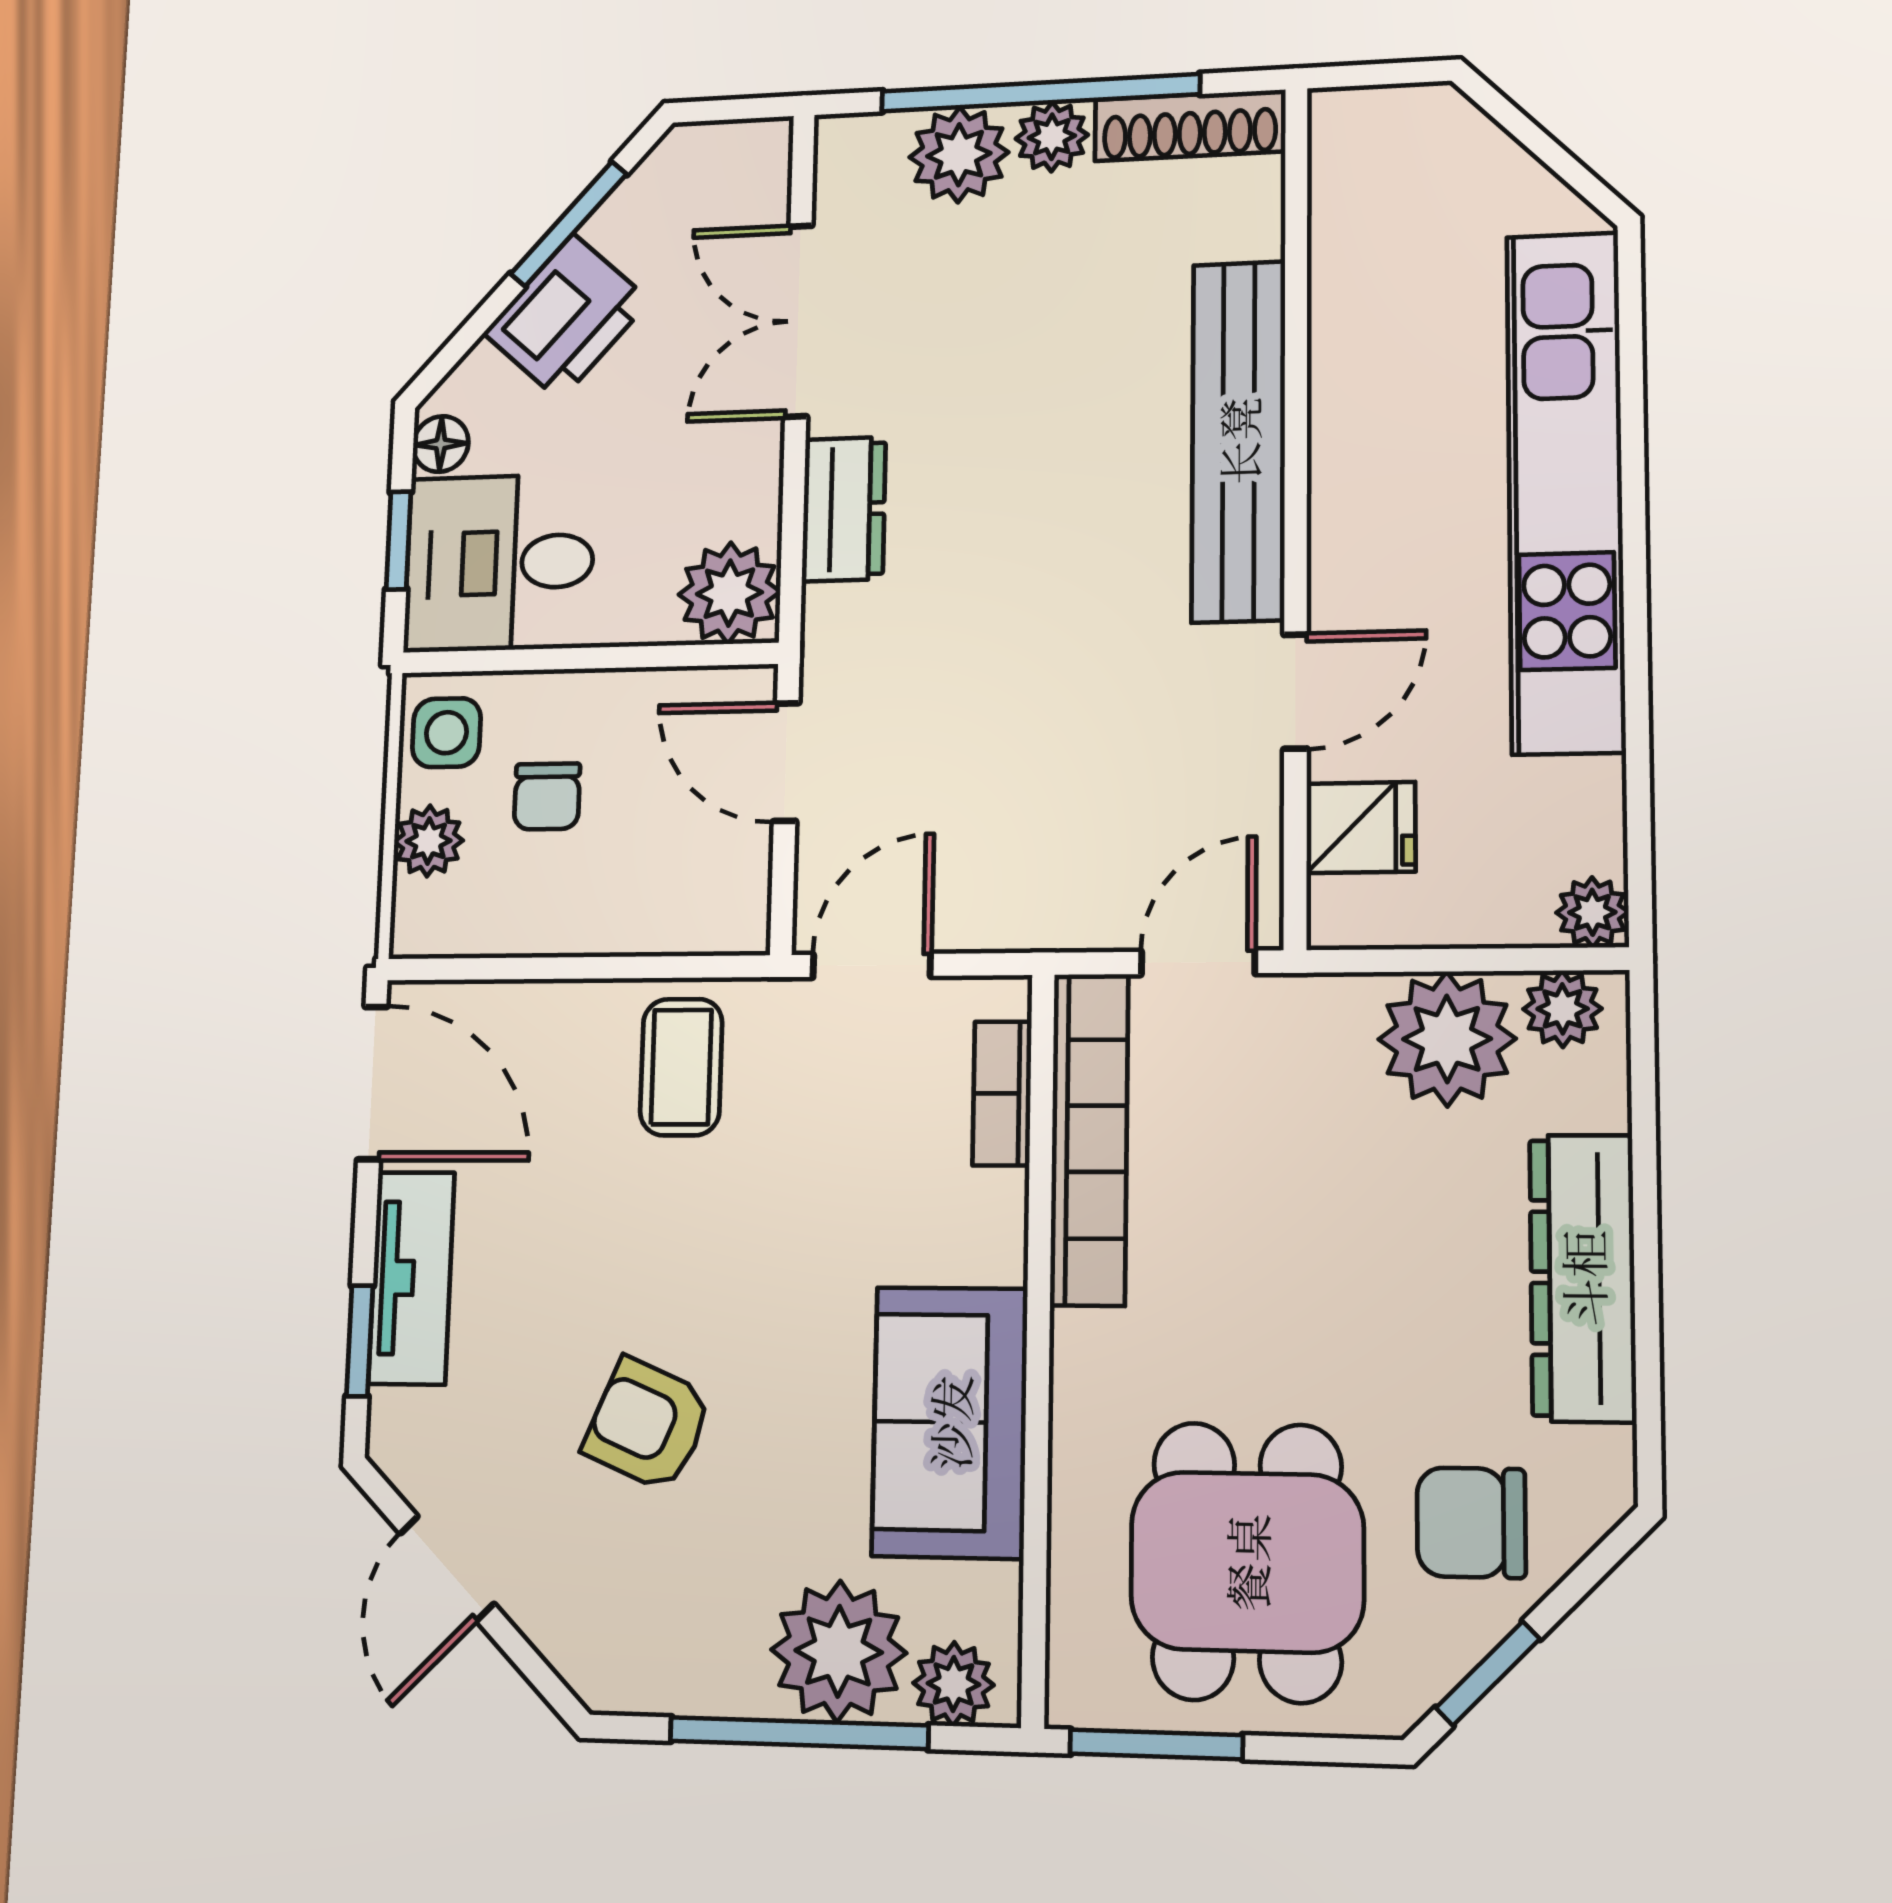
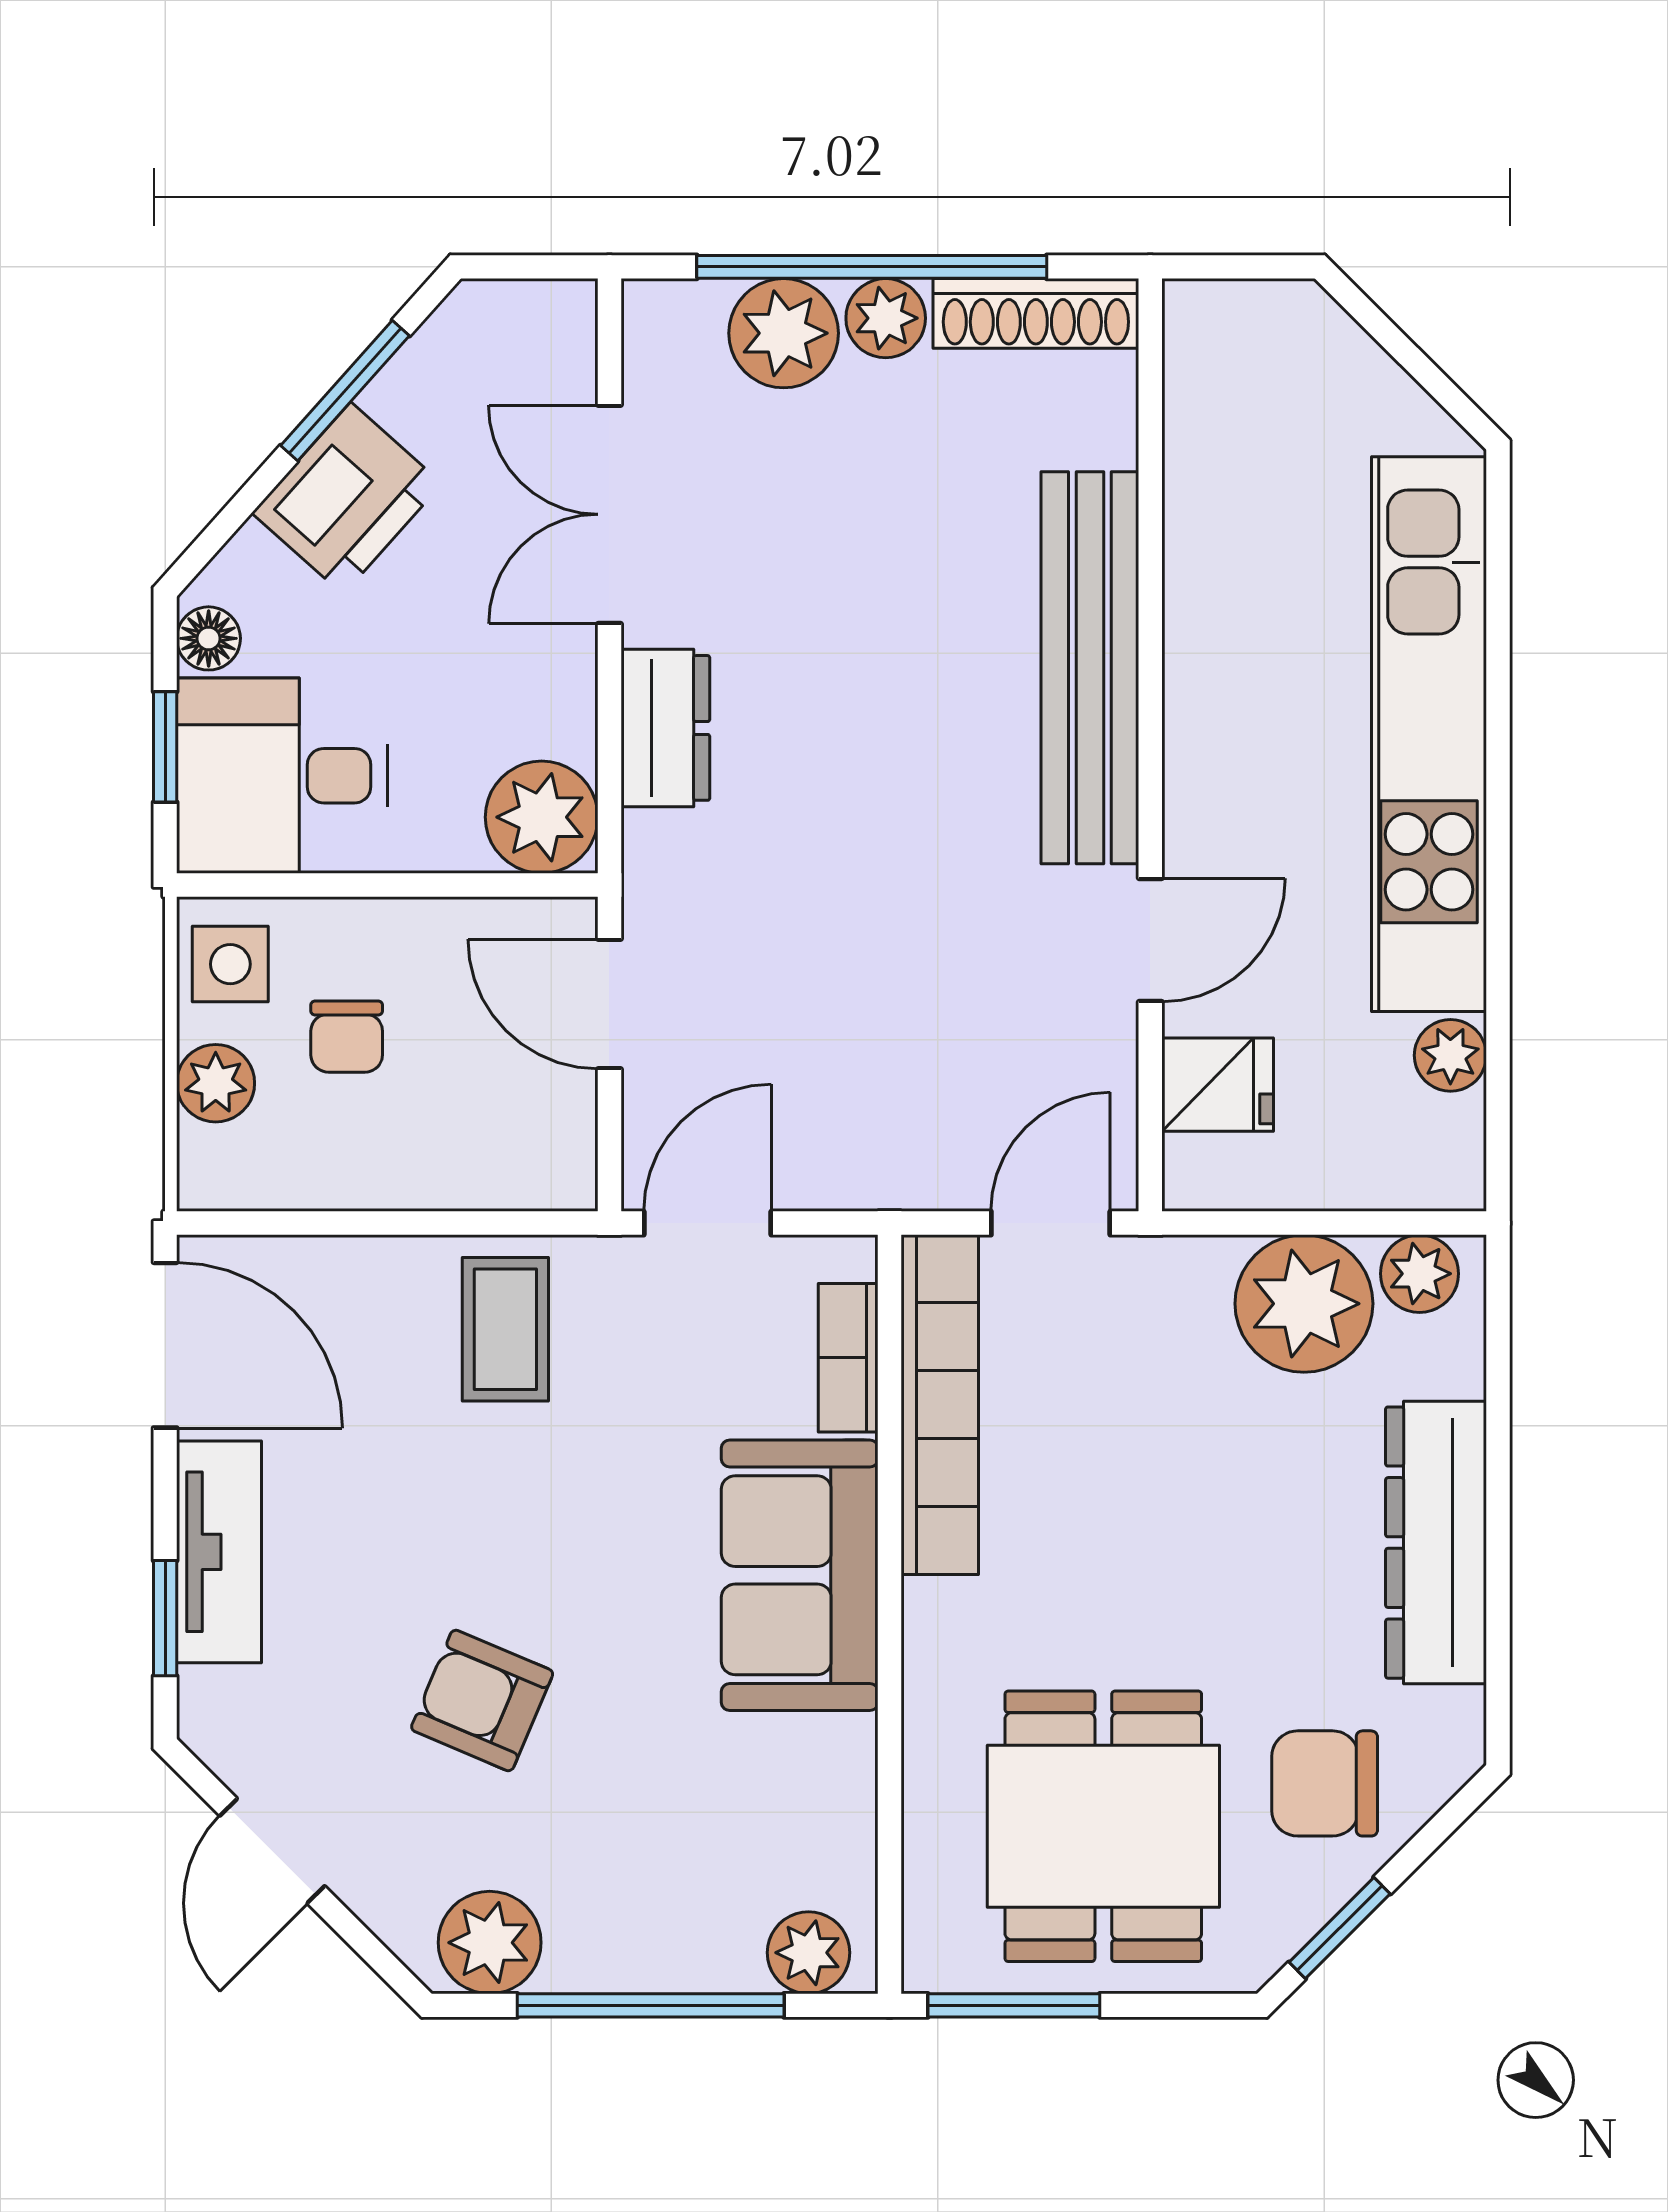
plant: (1592, 912) -> (1450, 1055), moved
sofa: (950, 1422) -> (800, 1575), moved
plant: (839, 1651) -> (490, 1943), moved, width x0.73, depth x0.73

